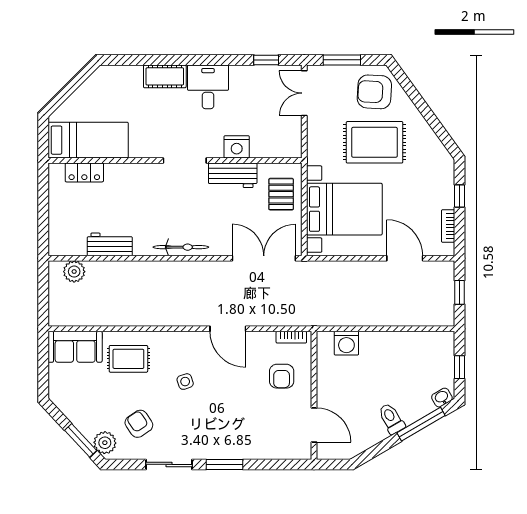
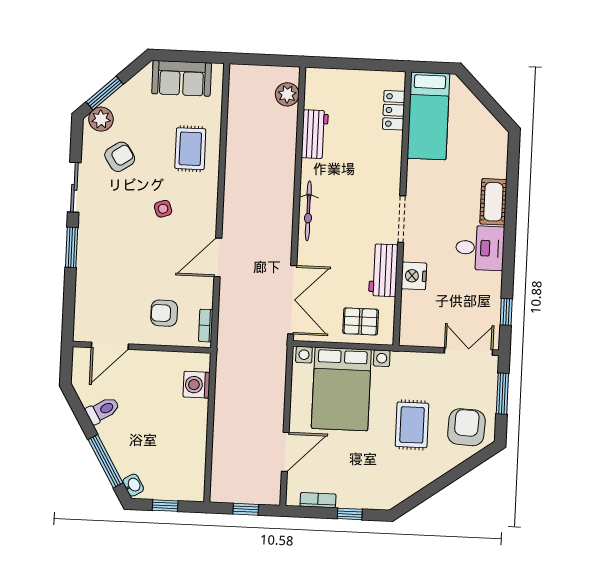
rug: (375, 142) -> (412, 425), width x0.73, depth x0.70
sofa: (75, 347) -> (182, 78), moved, turned -90
toilet: (391, 419) -> (103, 410), moved

